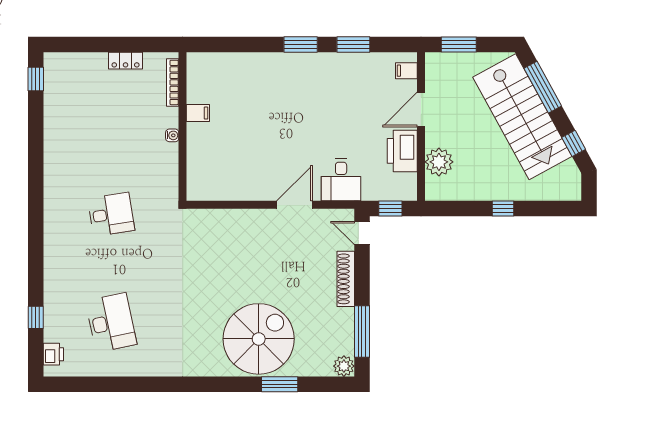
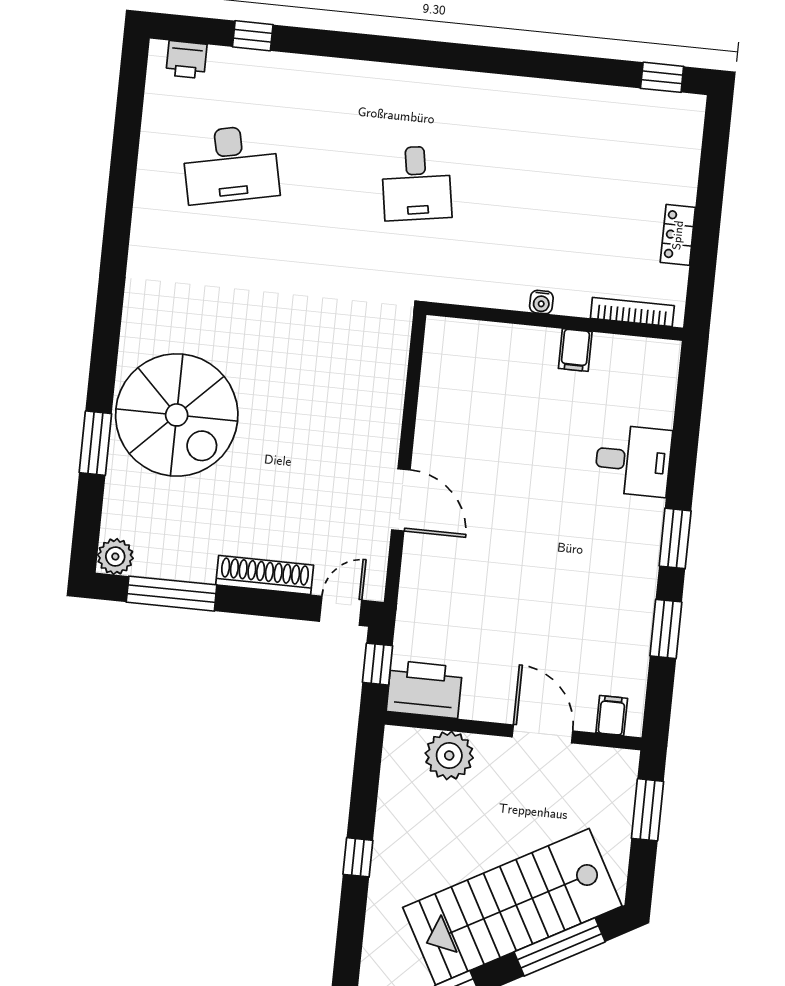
printer: (402, 151) -> (424, 689), moved
desk: (341, 180) -> (633, 461), moved, turned 180

